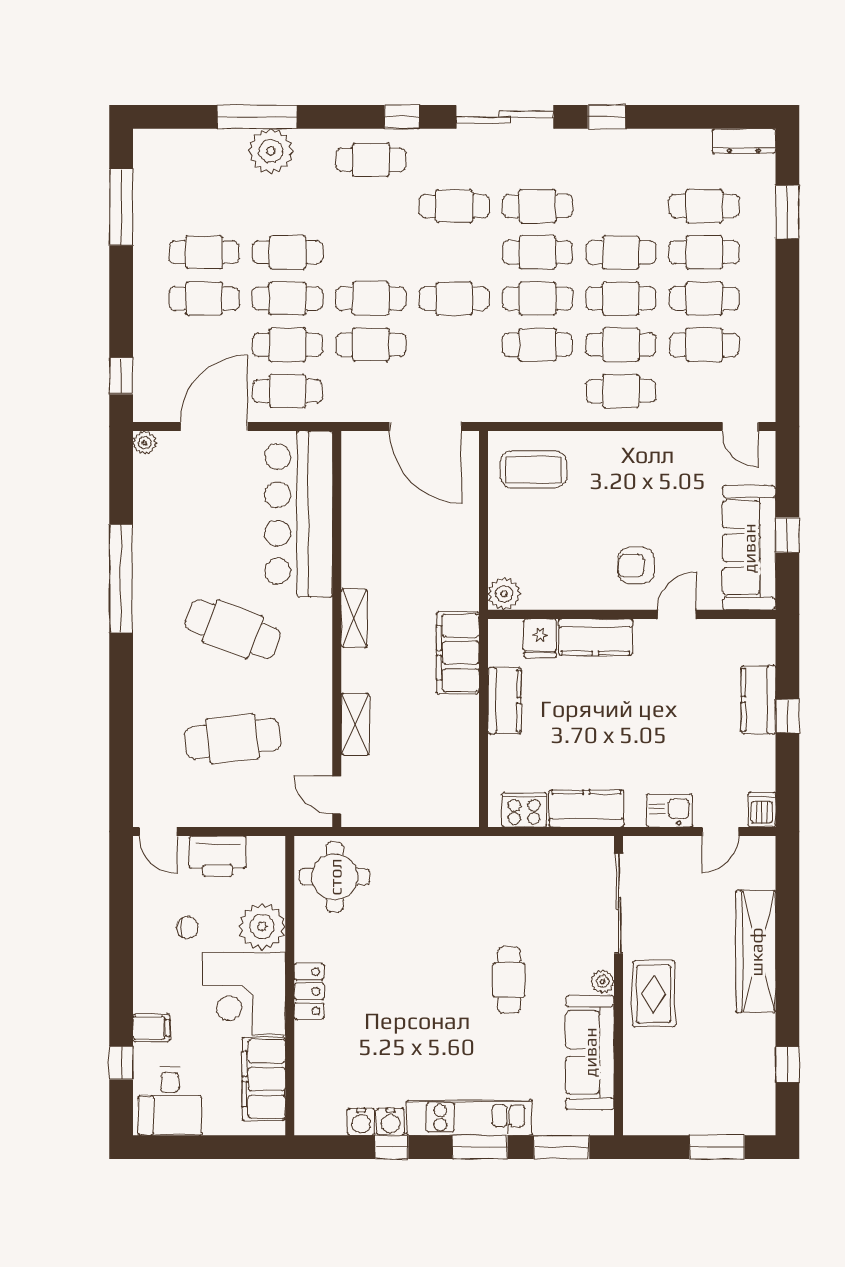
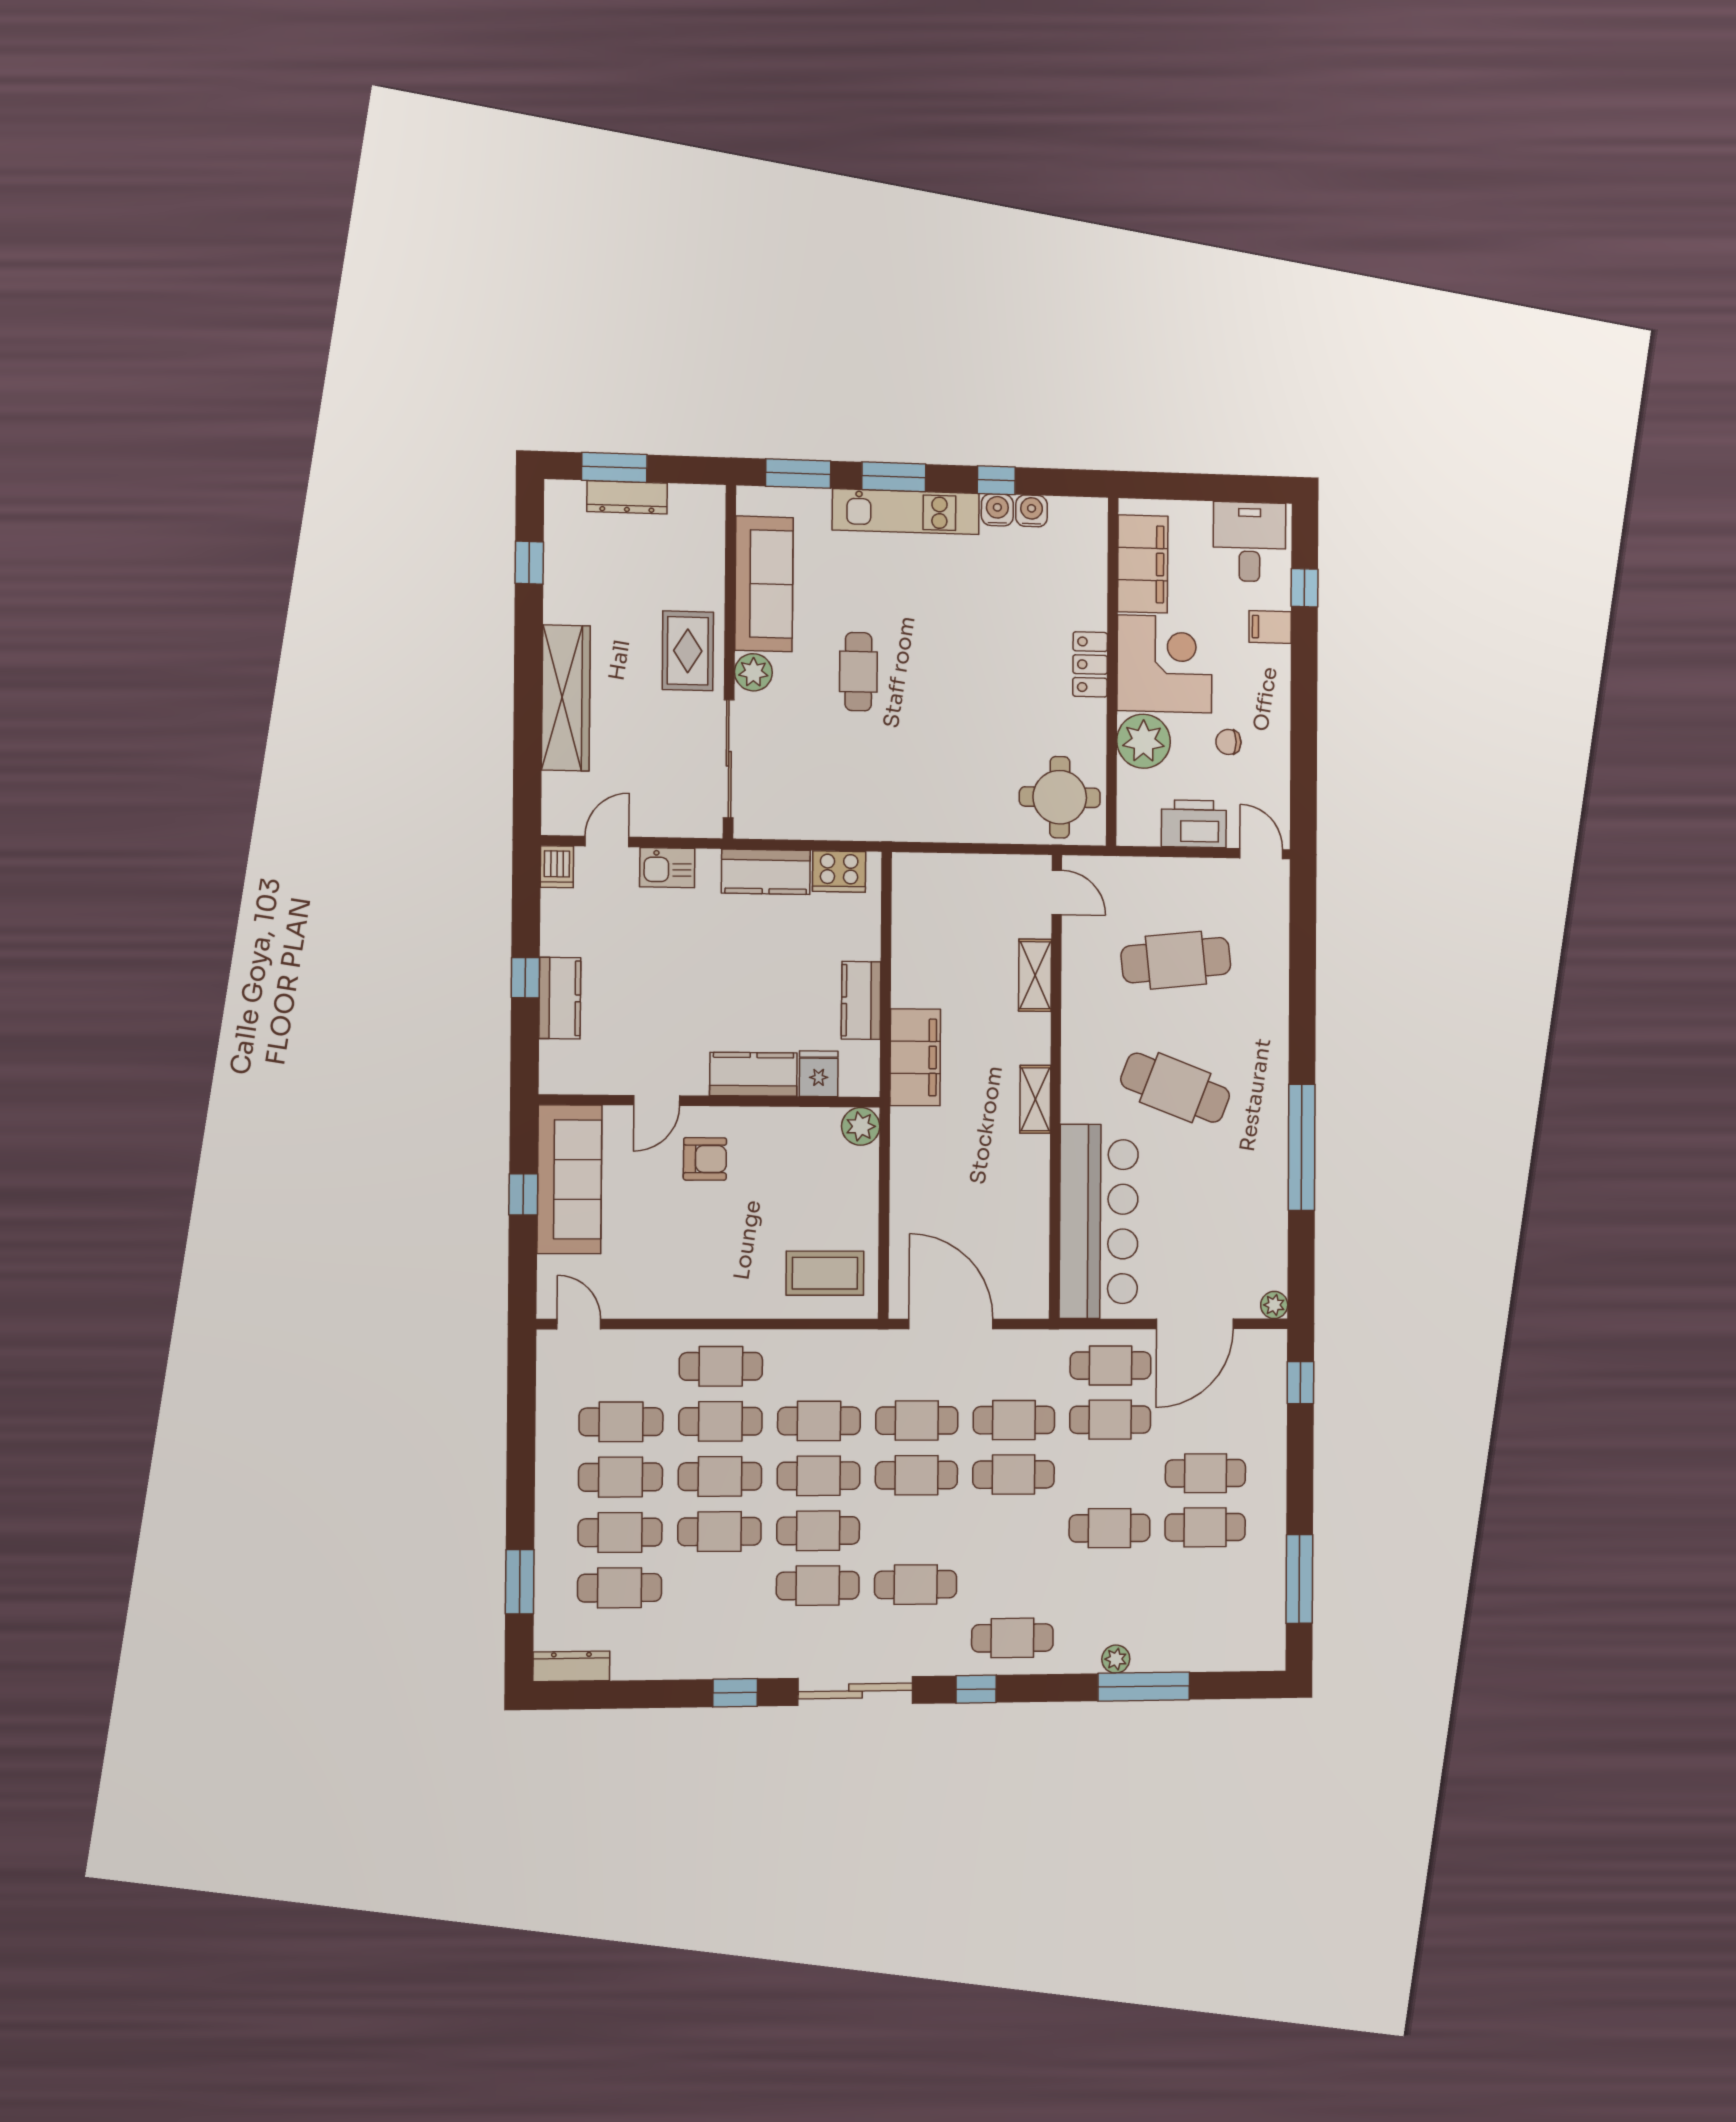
plant: (271, 151) -> (1116, 1659), width x0.53, depth x0.53
cafe table: (287, 299) -> (917, 1421), moved
plant: (603, 982) -> (753, 672), width x1.38, depth x1.38
dresser: (706, 1122) -> (627, 497), added

